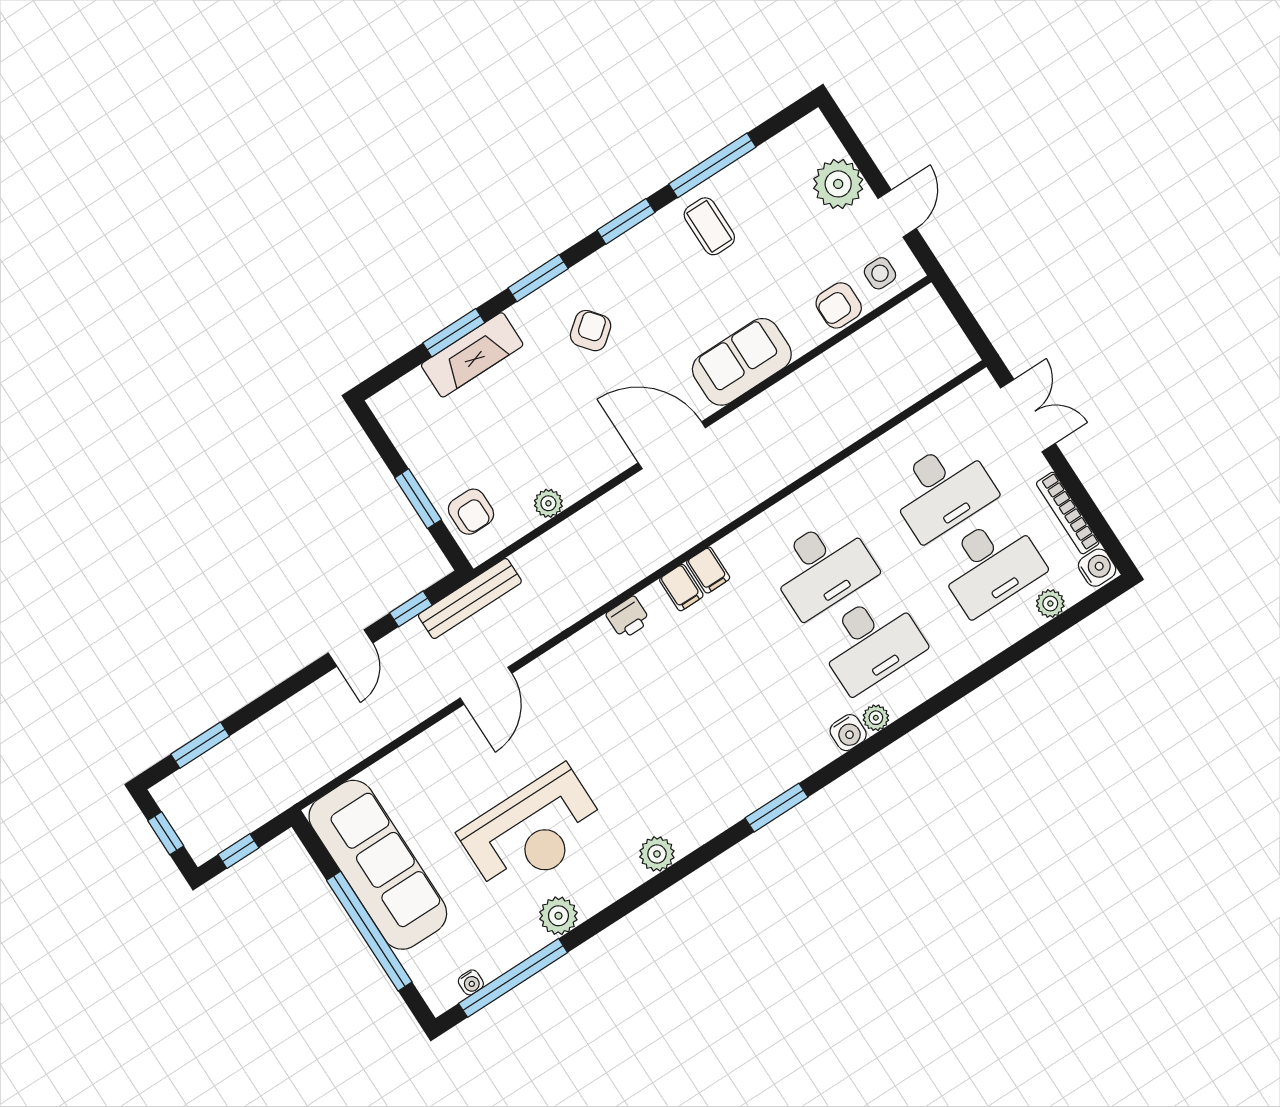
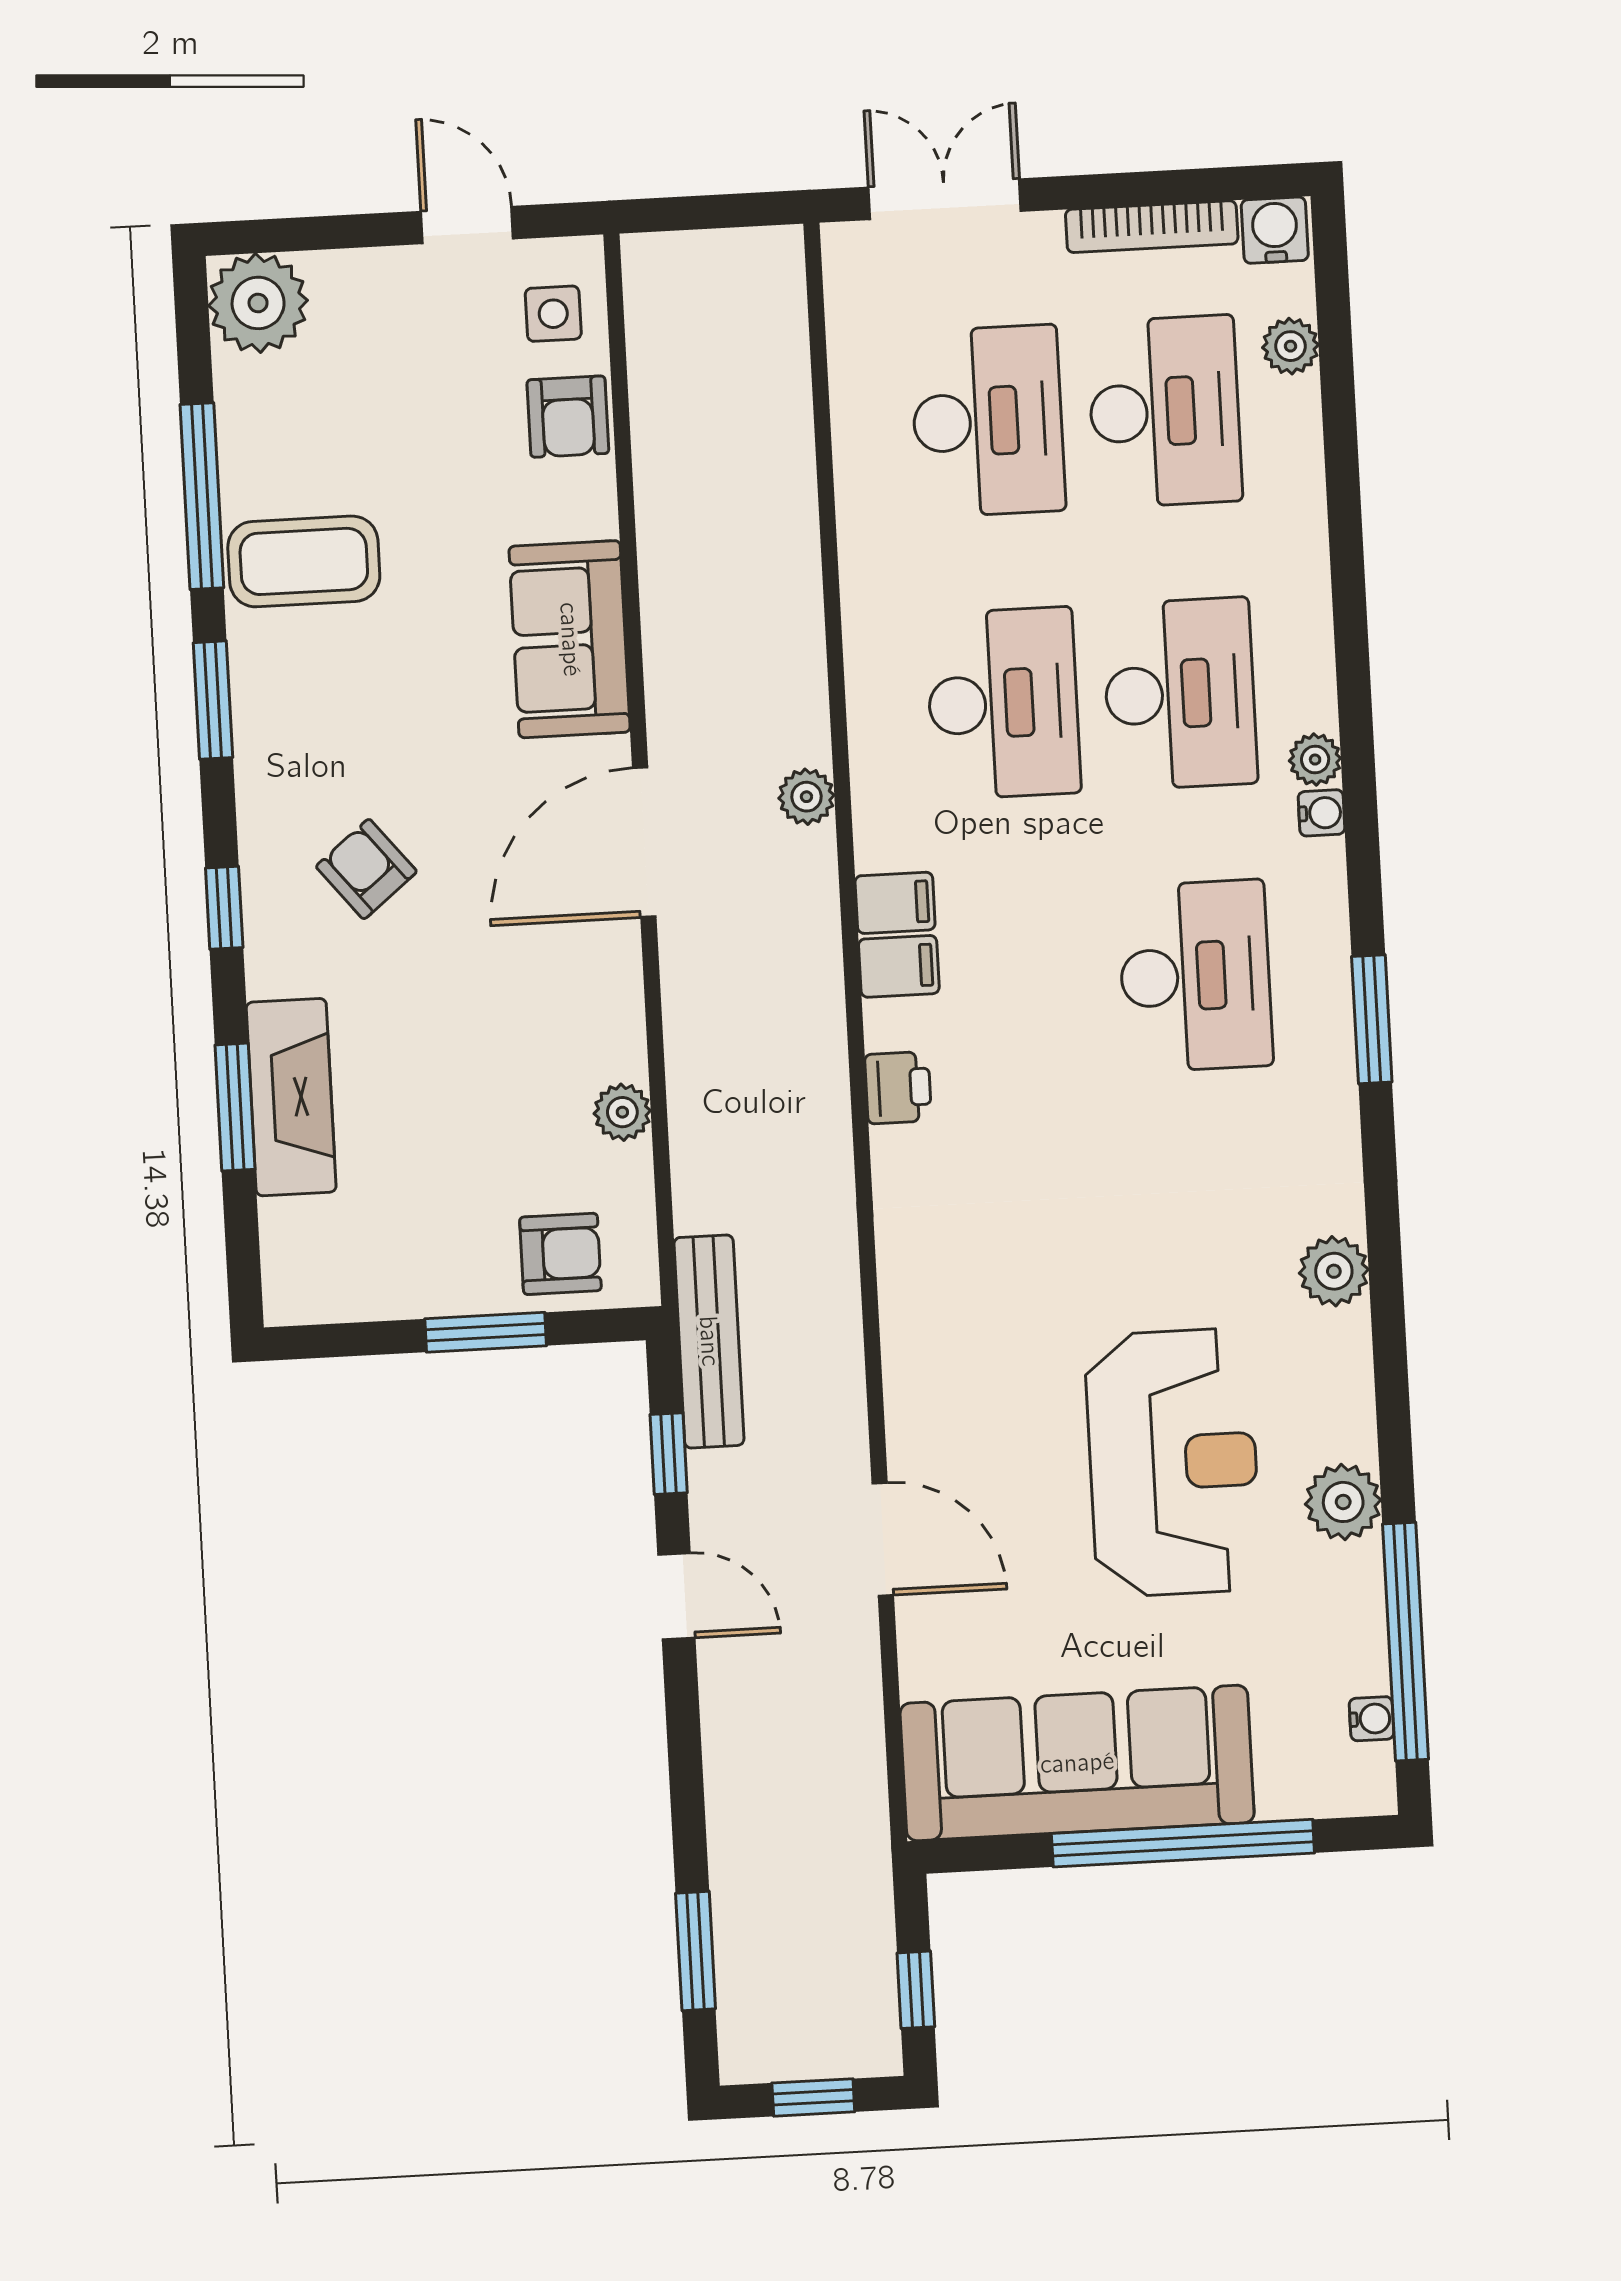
plant: (838, 184) -> (258, 303), moved
coffee table: (709, 226) -> (304, 561), width x1.36, depth x1.30
window: (538, 278) -> (224, 908), width x0.67
plant: (732, 505) -> (806, 797), added
door: (486, 686) -> (883, 1539), moved
desk: (751, 719) -> (1195, 976), added
water cooler: (848, 733) -> (1321, 813), width x0.72, depth x0.72

